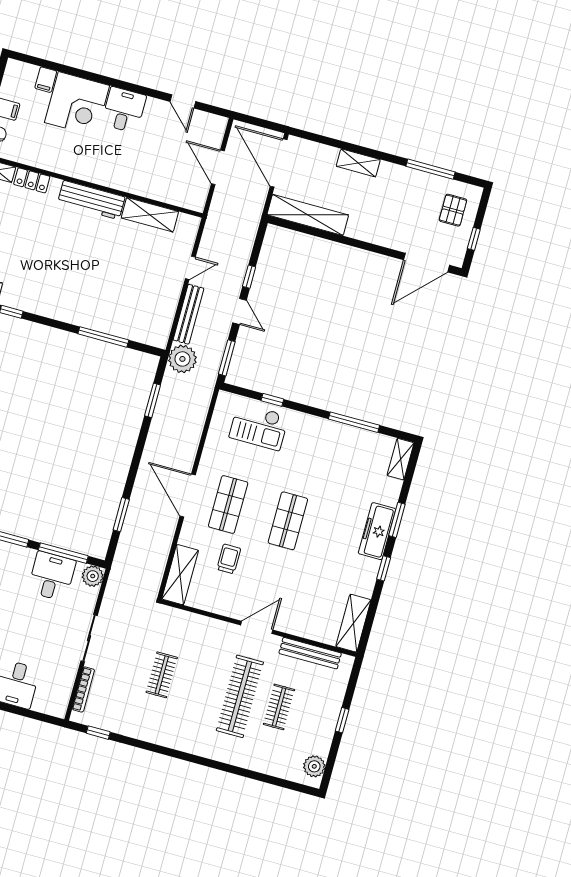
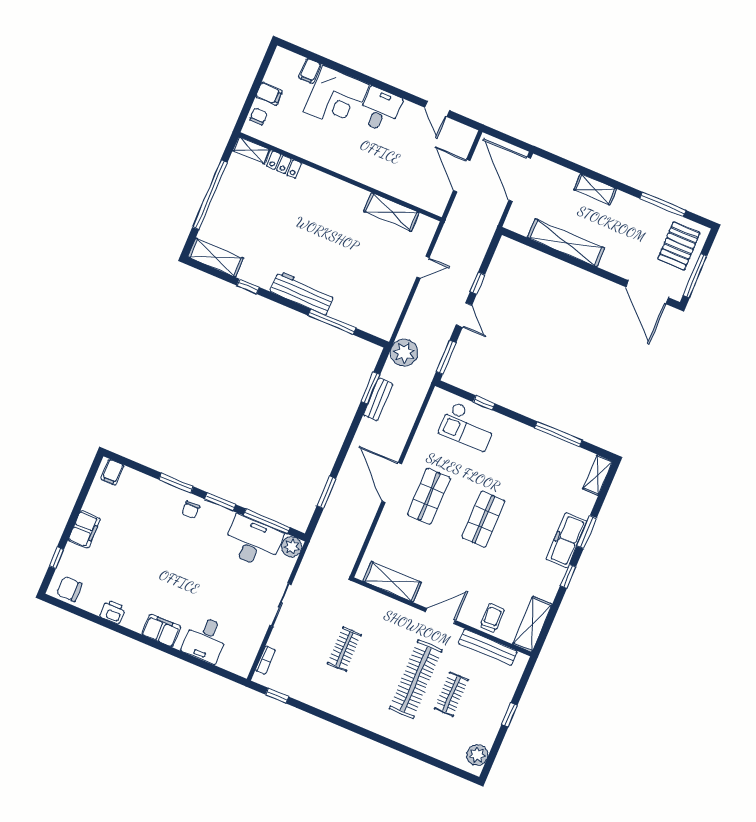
workbench: (91, 200) -> (302, 293), moved, turned 180
pallet: (453, 210) -> (679, 246), width x1.50, depth x1.42
shelving: (308, 215) -> (566, 243), moved
window: (474, 239) -> (695, 276), width x2.17
door: (426, 263) -> (647, 292), hinge flipped
bench: (188, 314) -> (378, 399), moved, width x0.73
trolley: (229, 559) -> (492, 618), moved
shelving: (180, 575) -> (392, 582), moved, turned 90
desk: (52, 576) -> (253, 542), width x1.37
bookcase: (83, 689) -> (265, 660), width x0.64

